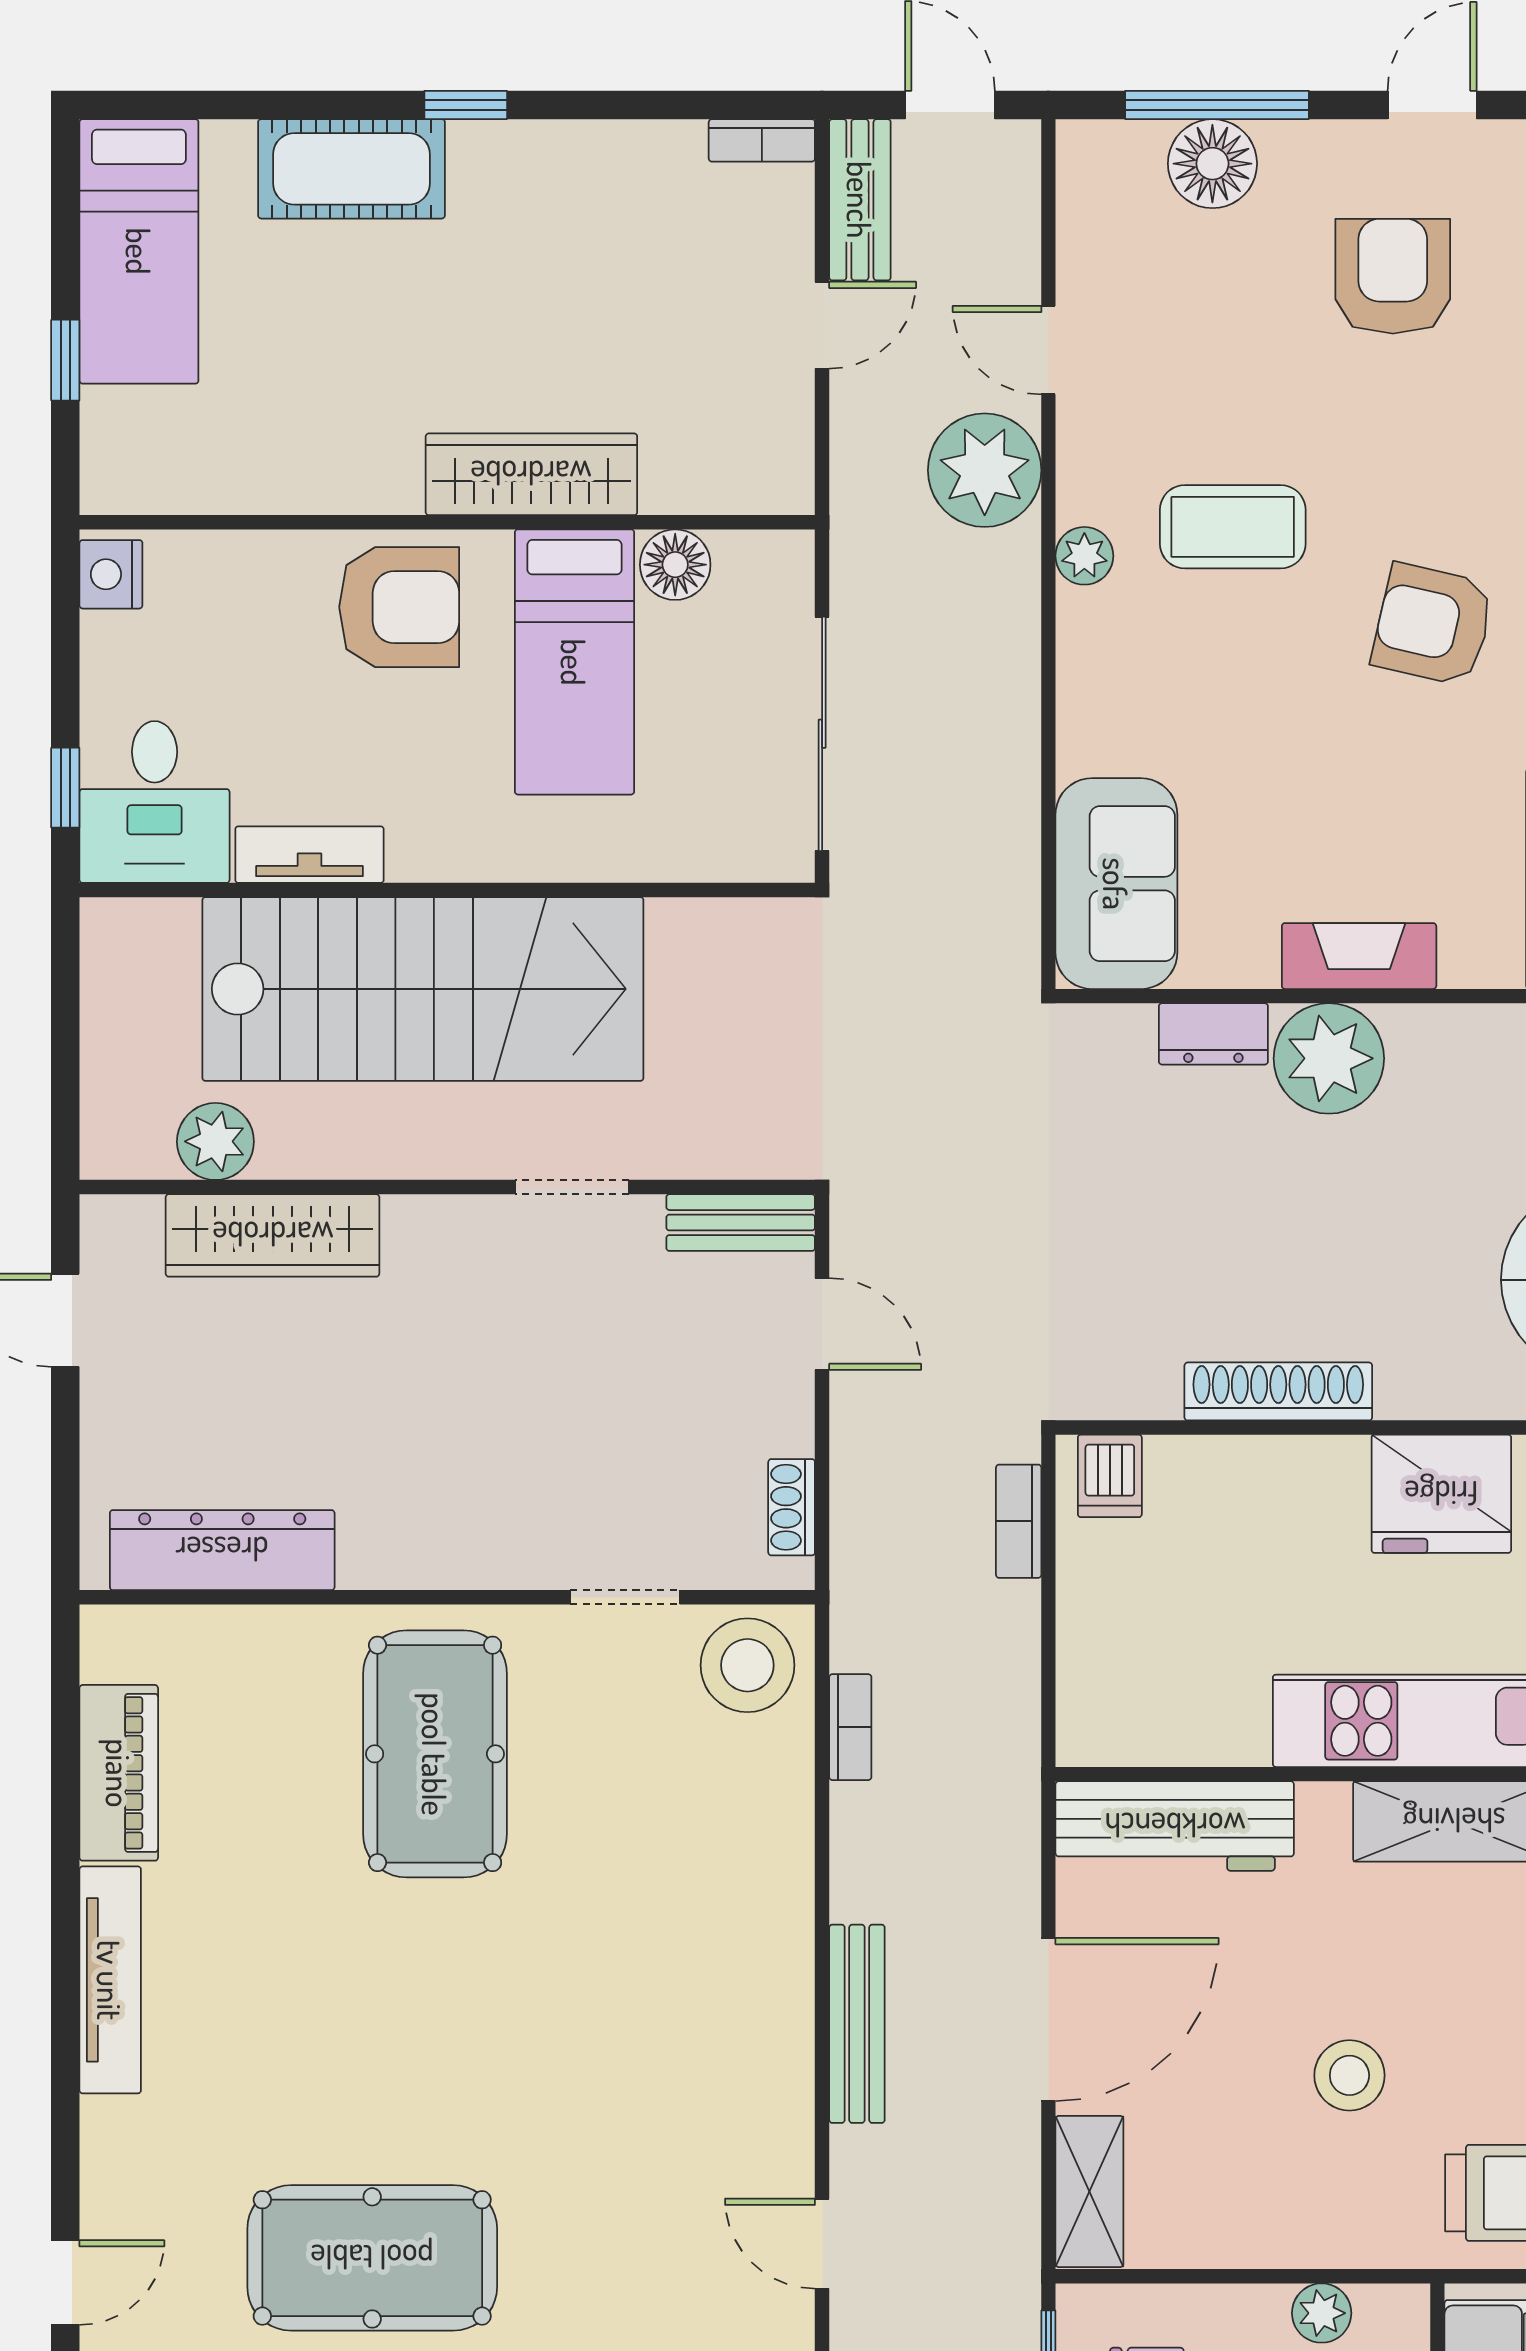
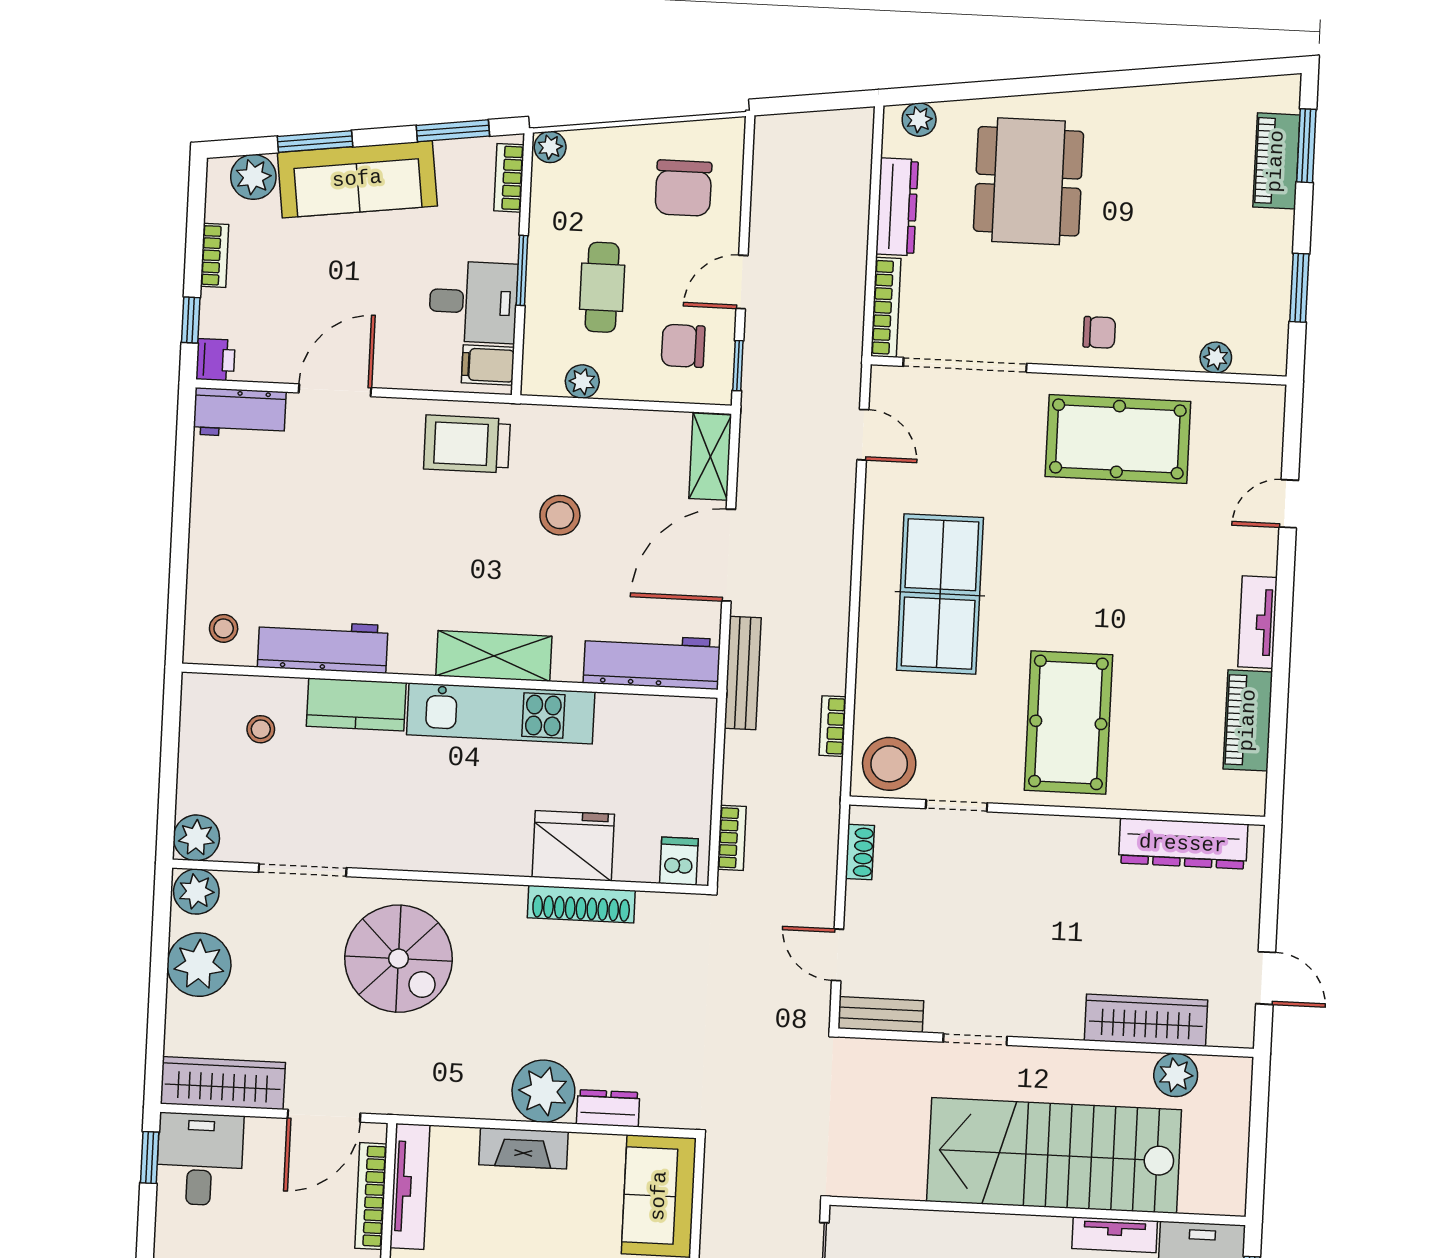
fridge: (1441, 1494) -> (573, 846), moved
table tennis table: (673, 1969) -> (940, 594), added
tv unit: (110, 1980) -> (1258, 622), width x0.71
bench: (857, 2024) -> (743, 673), moved
door: (65, 2283) -> (1289, 504), moved

